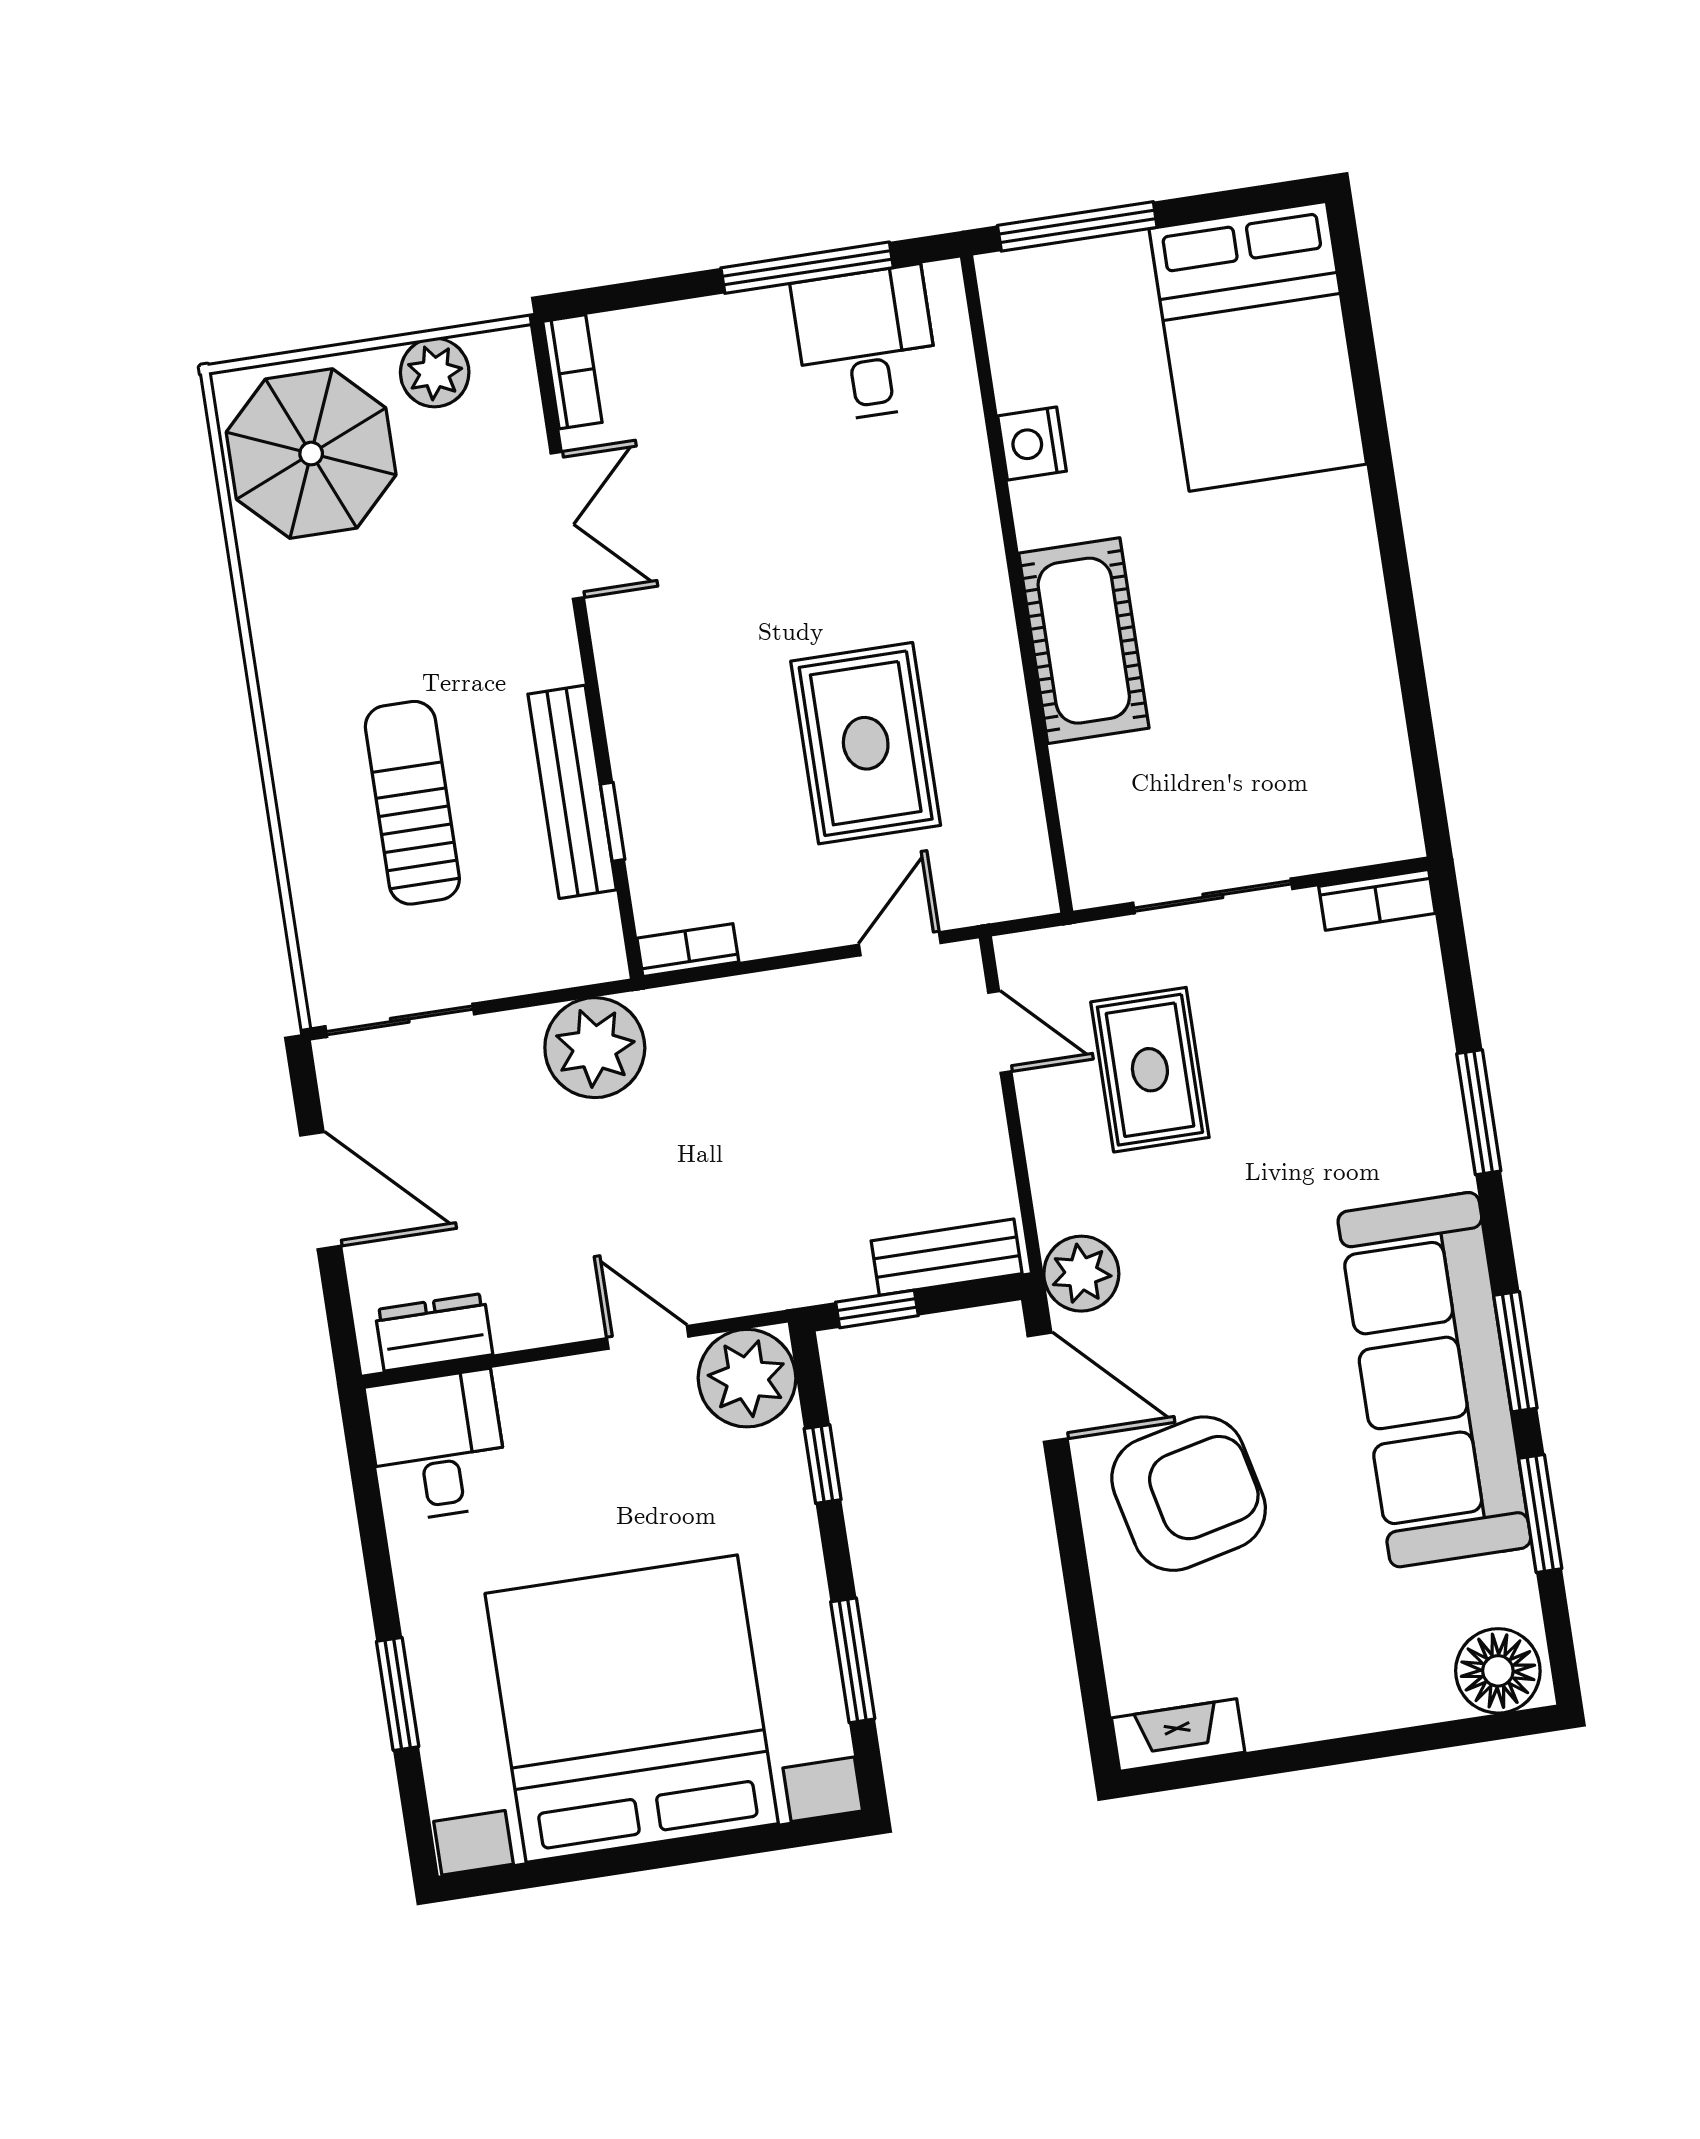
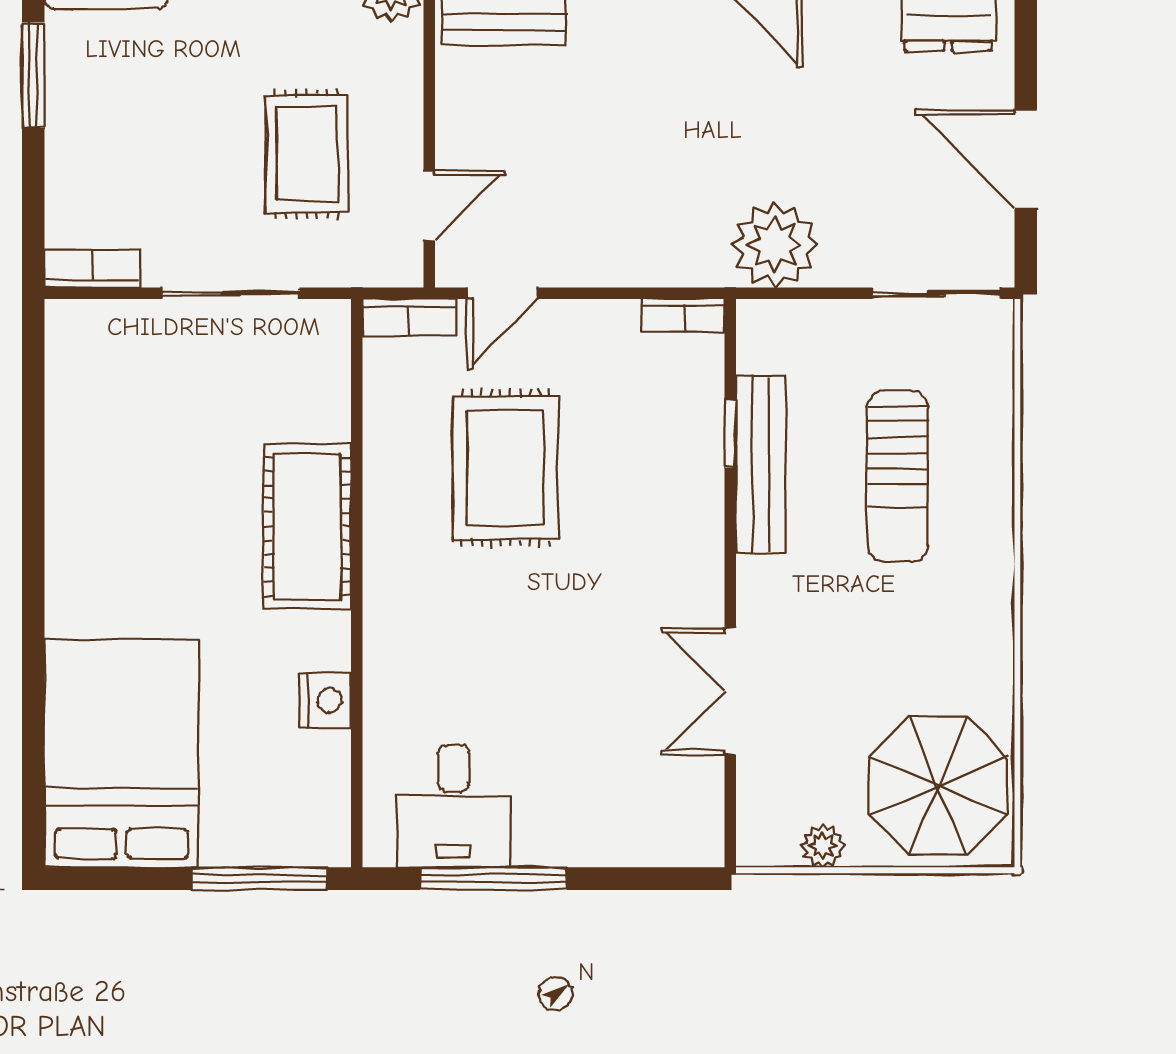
bookcase: (572, 372) -> (409, 317), moved, turned -90
plant: (435, 373) -> (823, 846), width x0.73, depth x0.73
door: (1000, 1032) -> (429, 205), swing flipped

